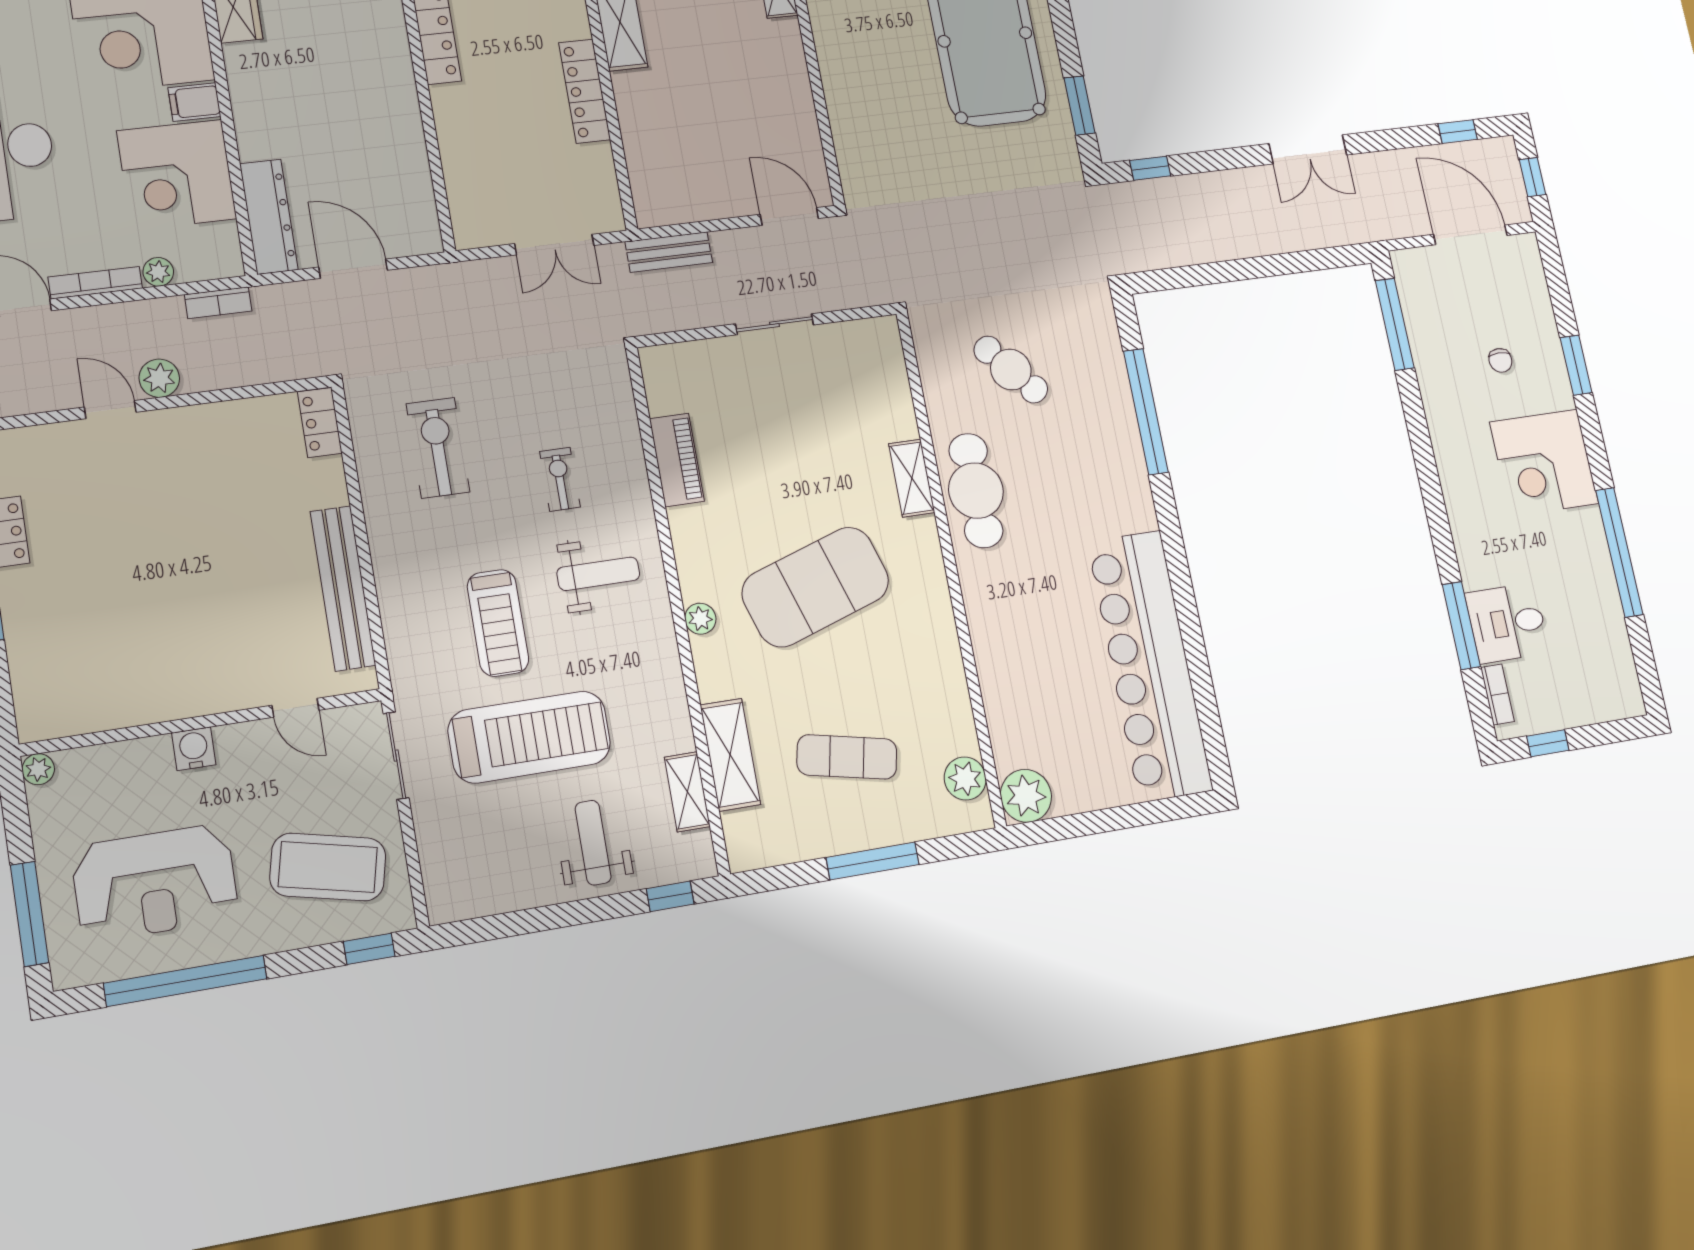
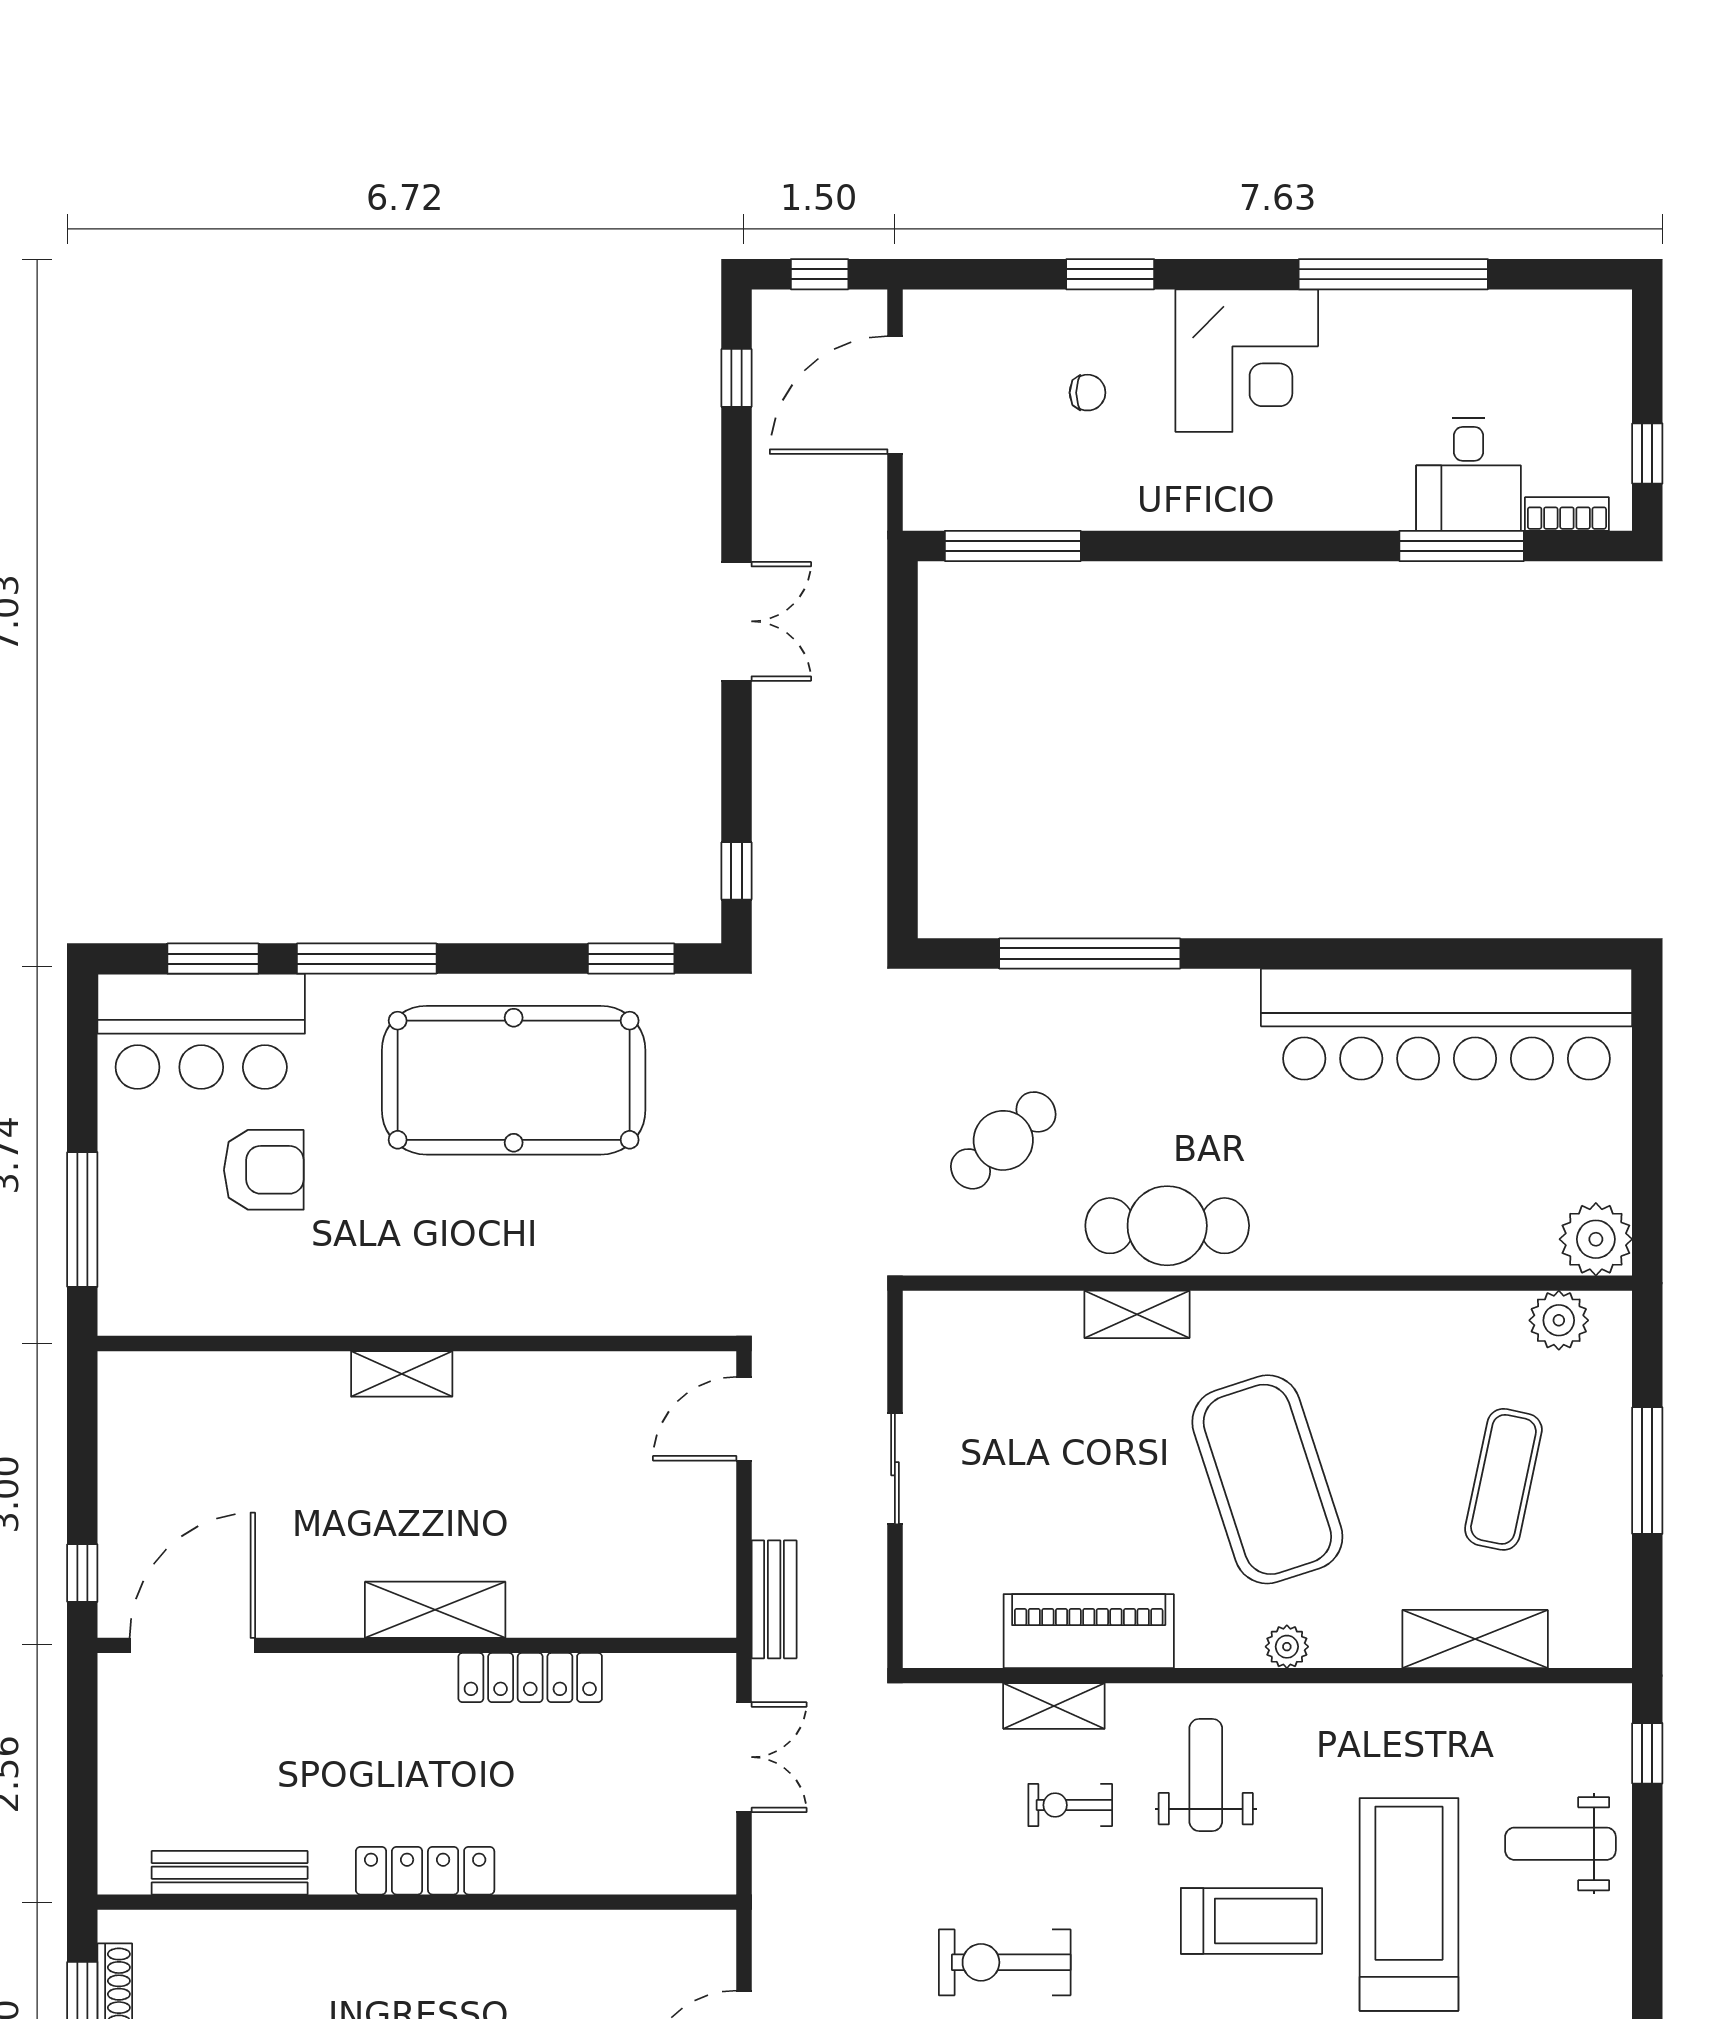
piano: (677, 460) -> (1089, 1631), width x1.37, depth x1.33
shelving: (687, 792) -> (1054, 1706), moved

